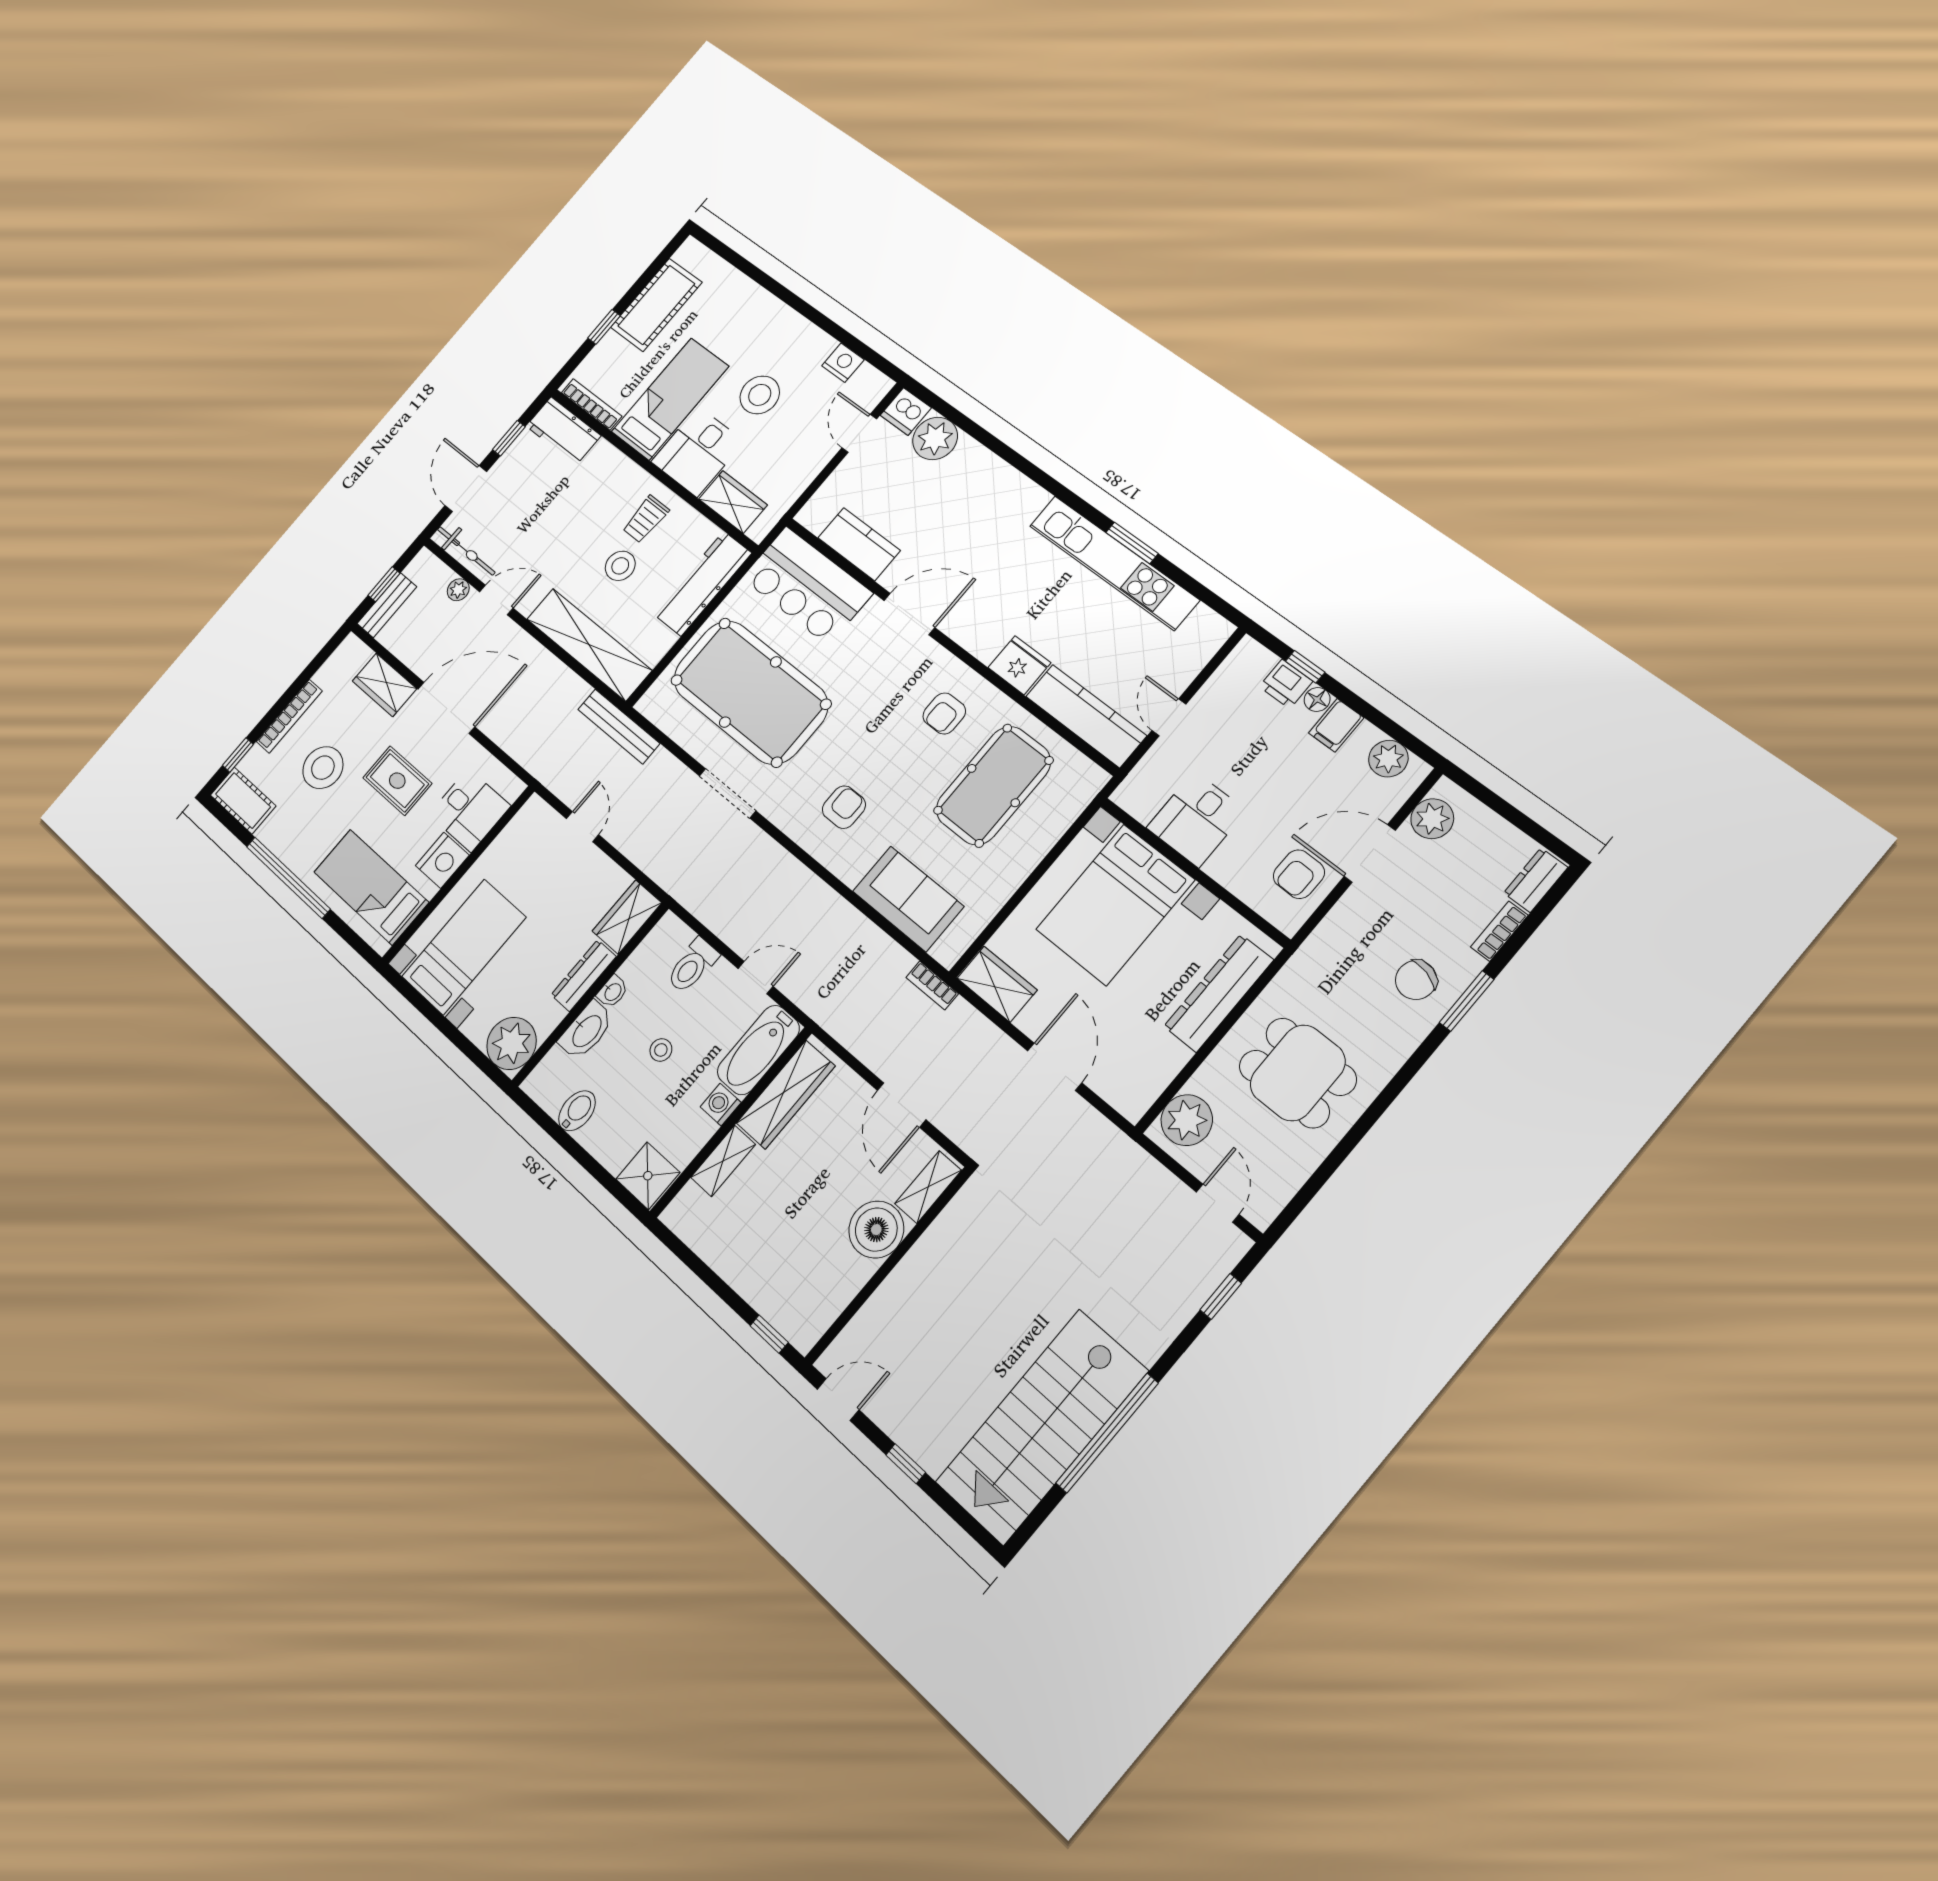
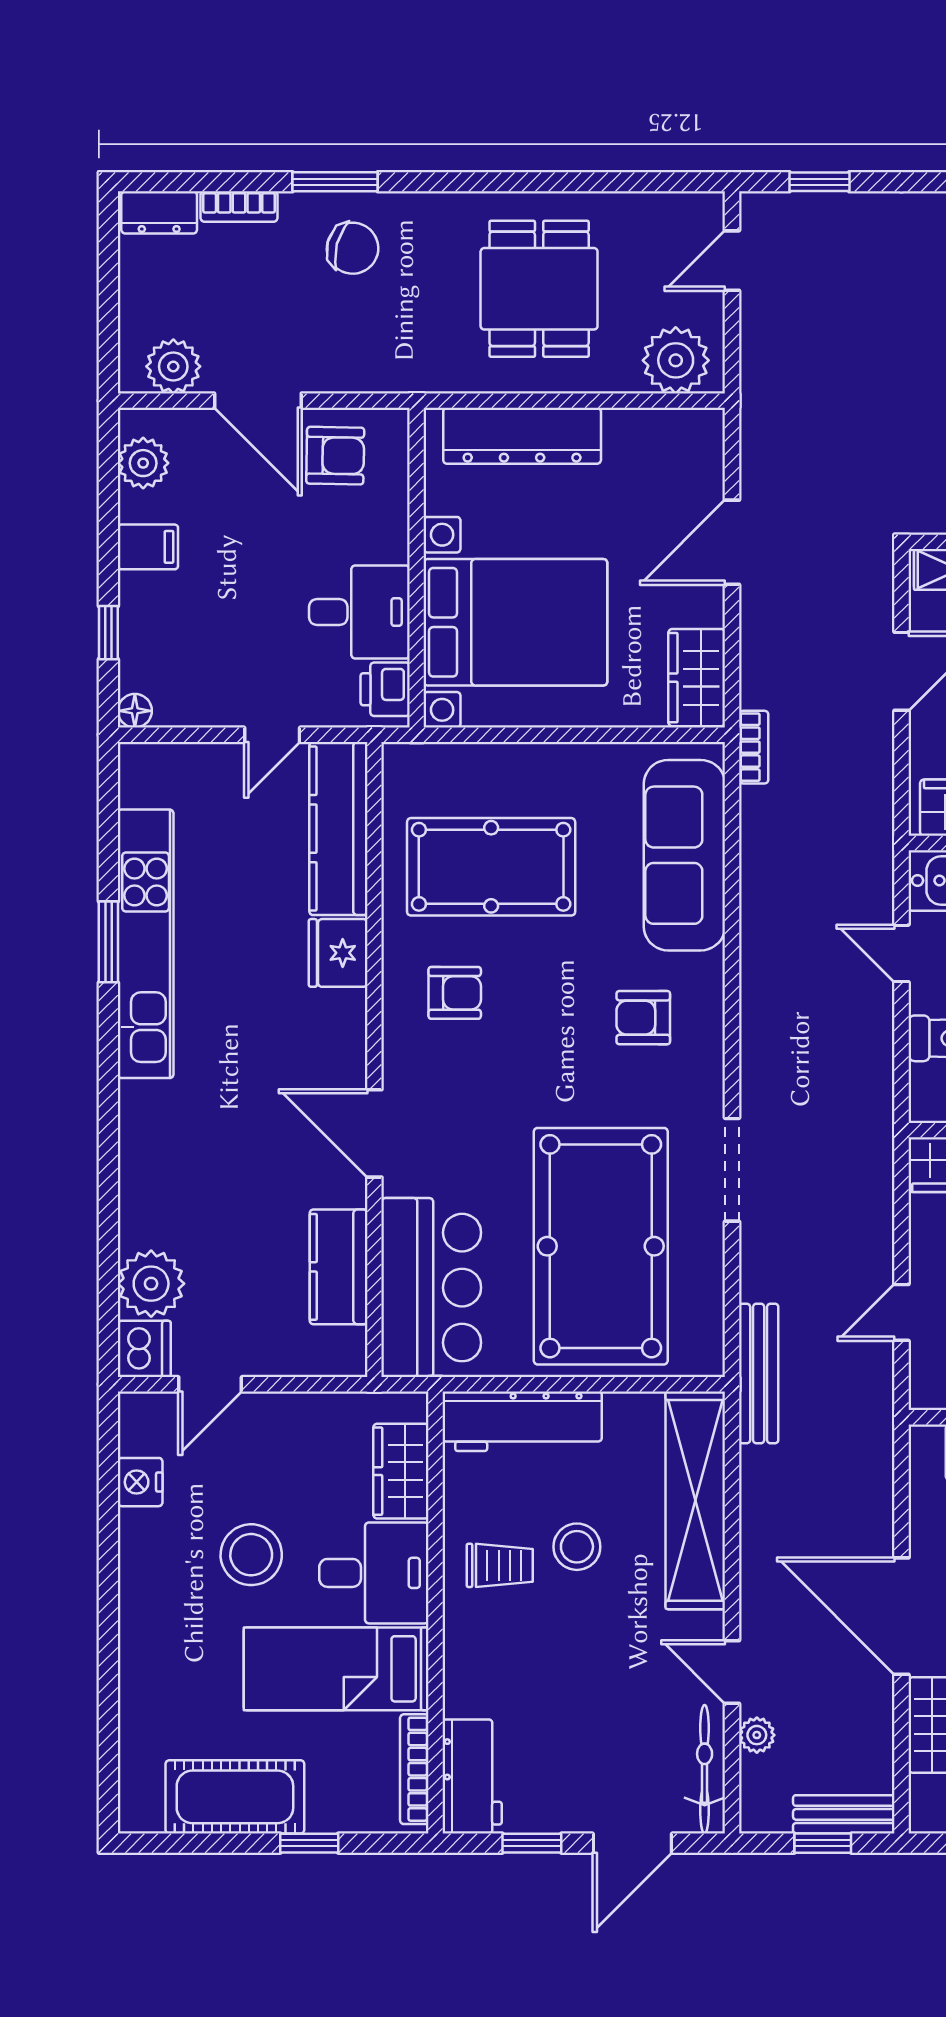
printer: (1286, 684) -> (385, 689), moved, turned 180
floor lamp: (1317, 699) -> (135, 711), moved
sofa: (908, 899) -> (684, 855), width x1.36

